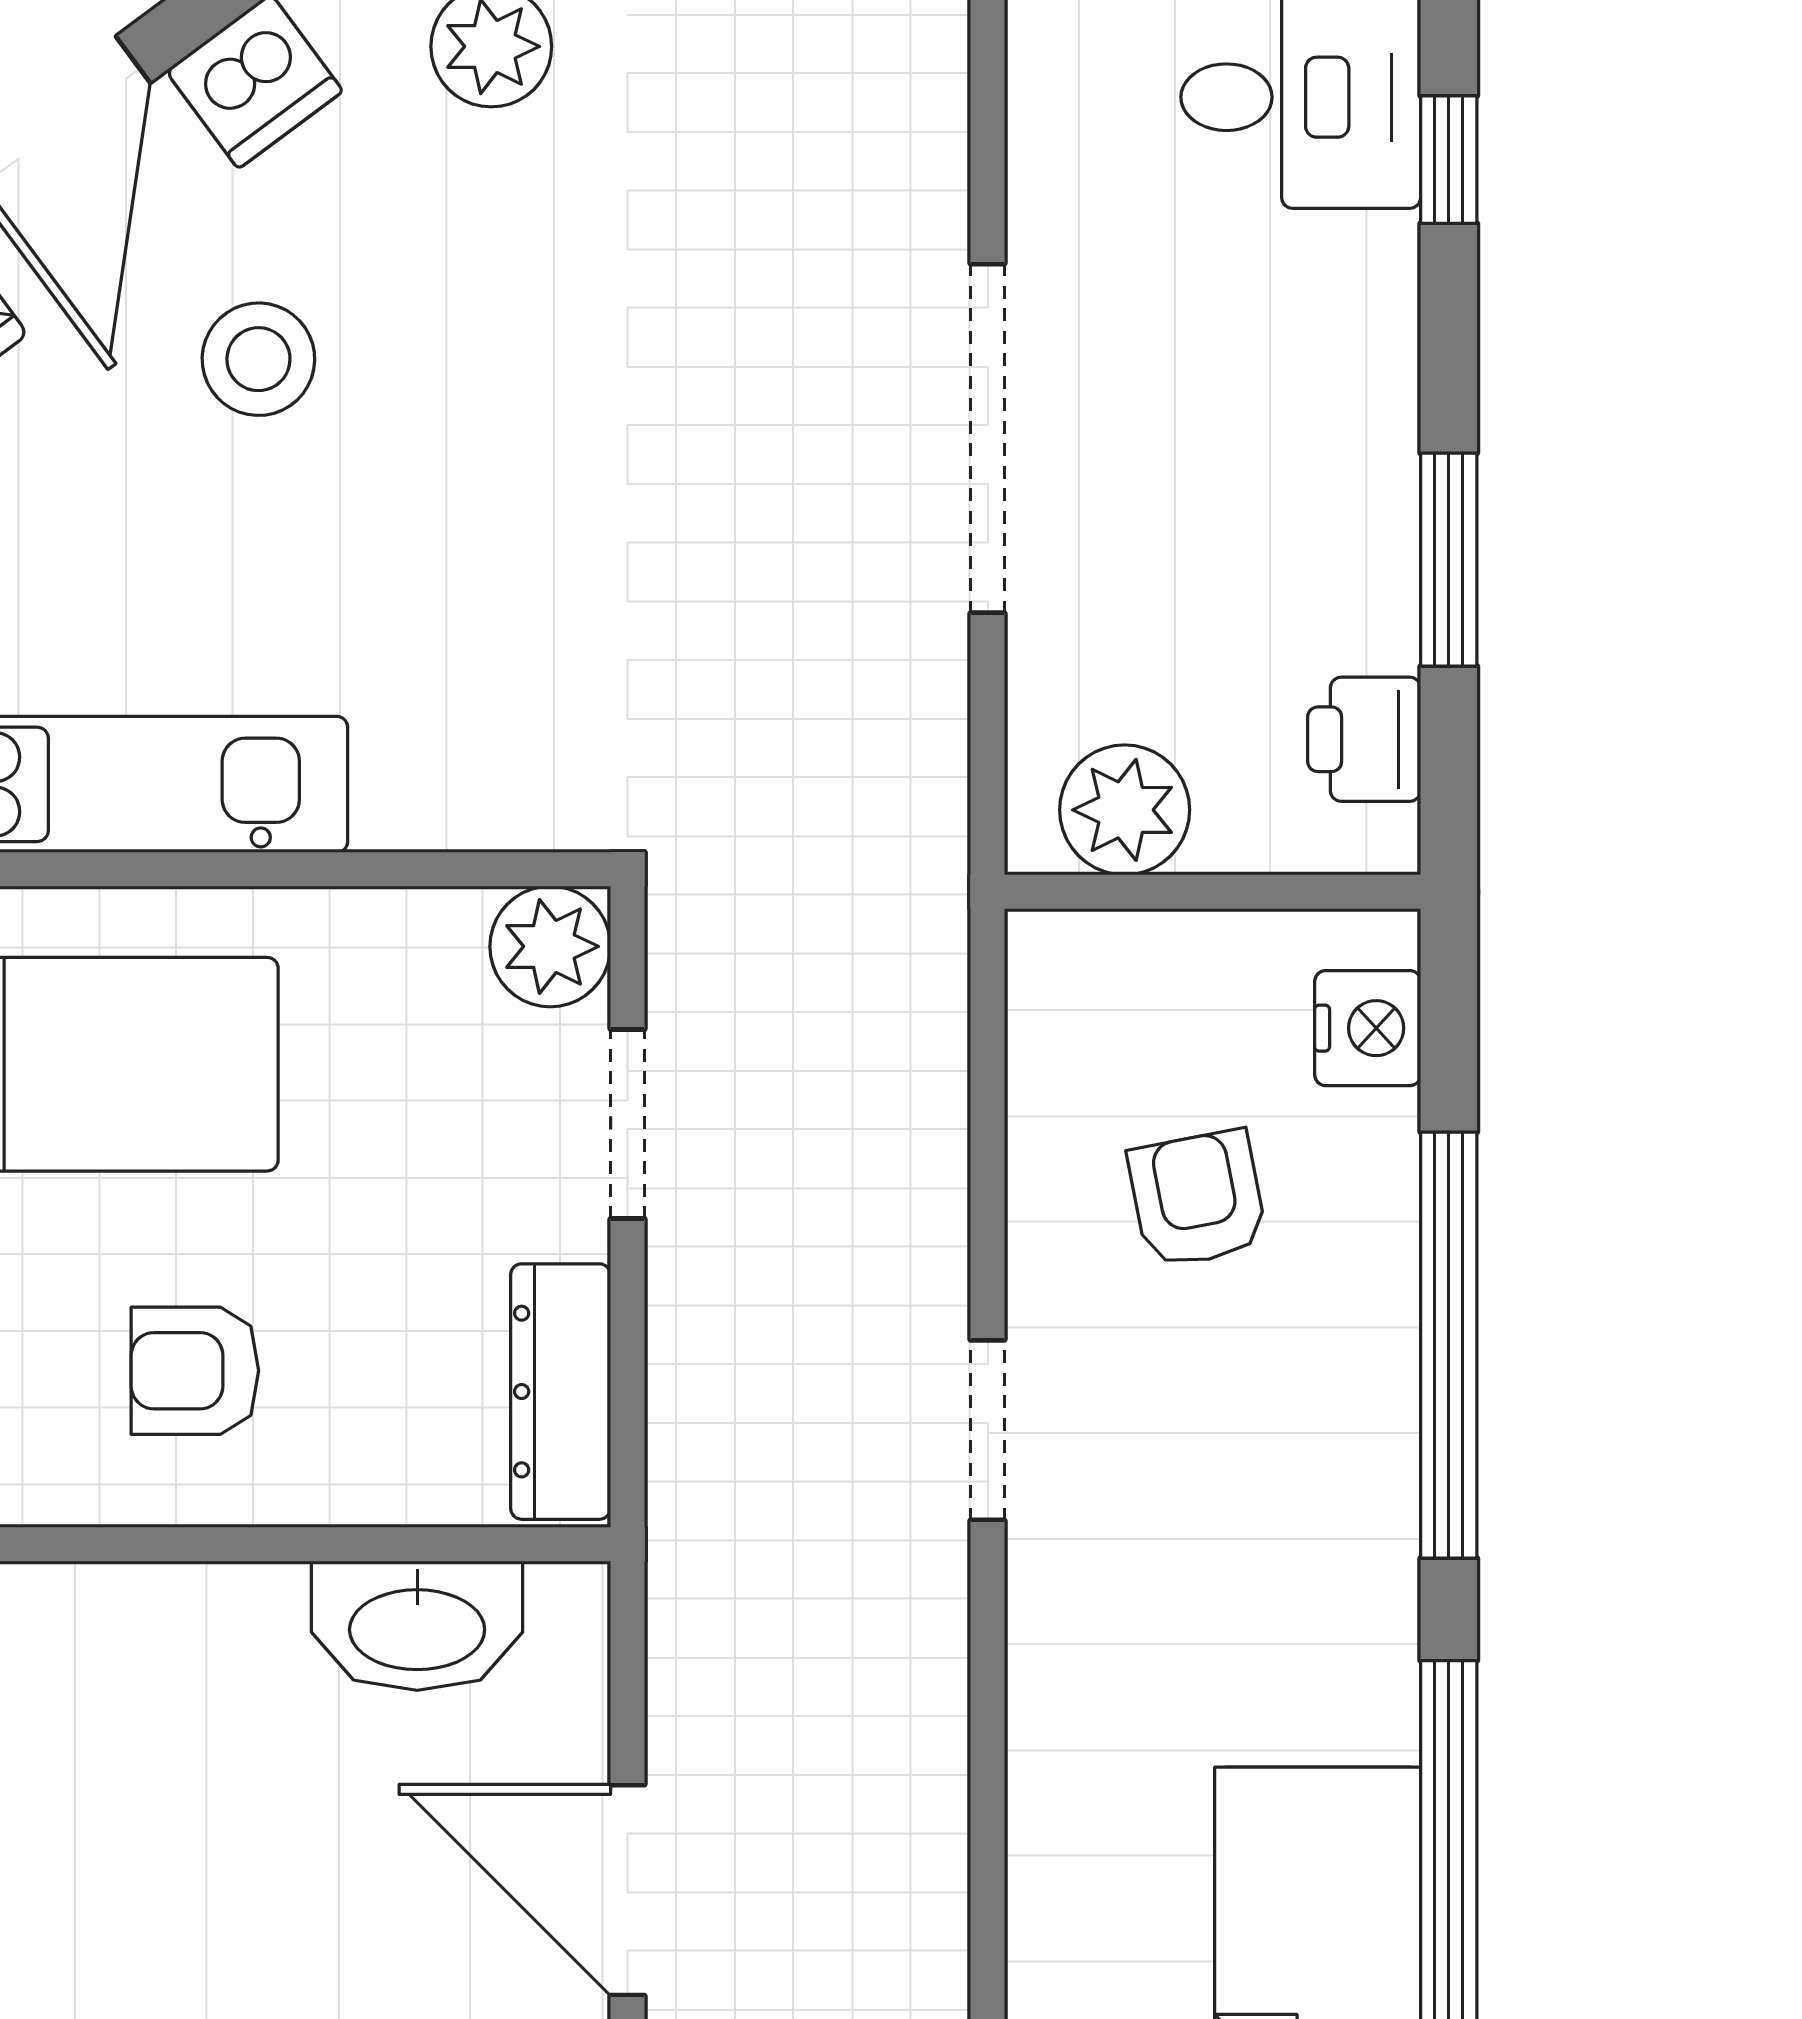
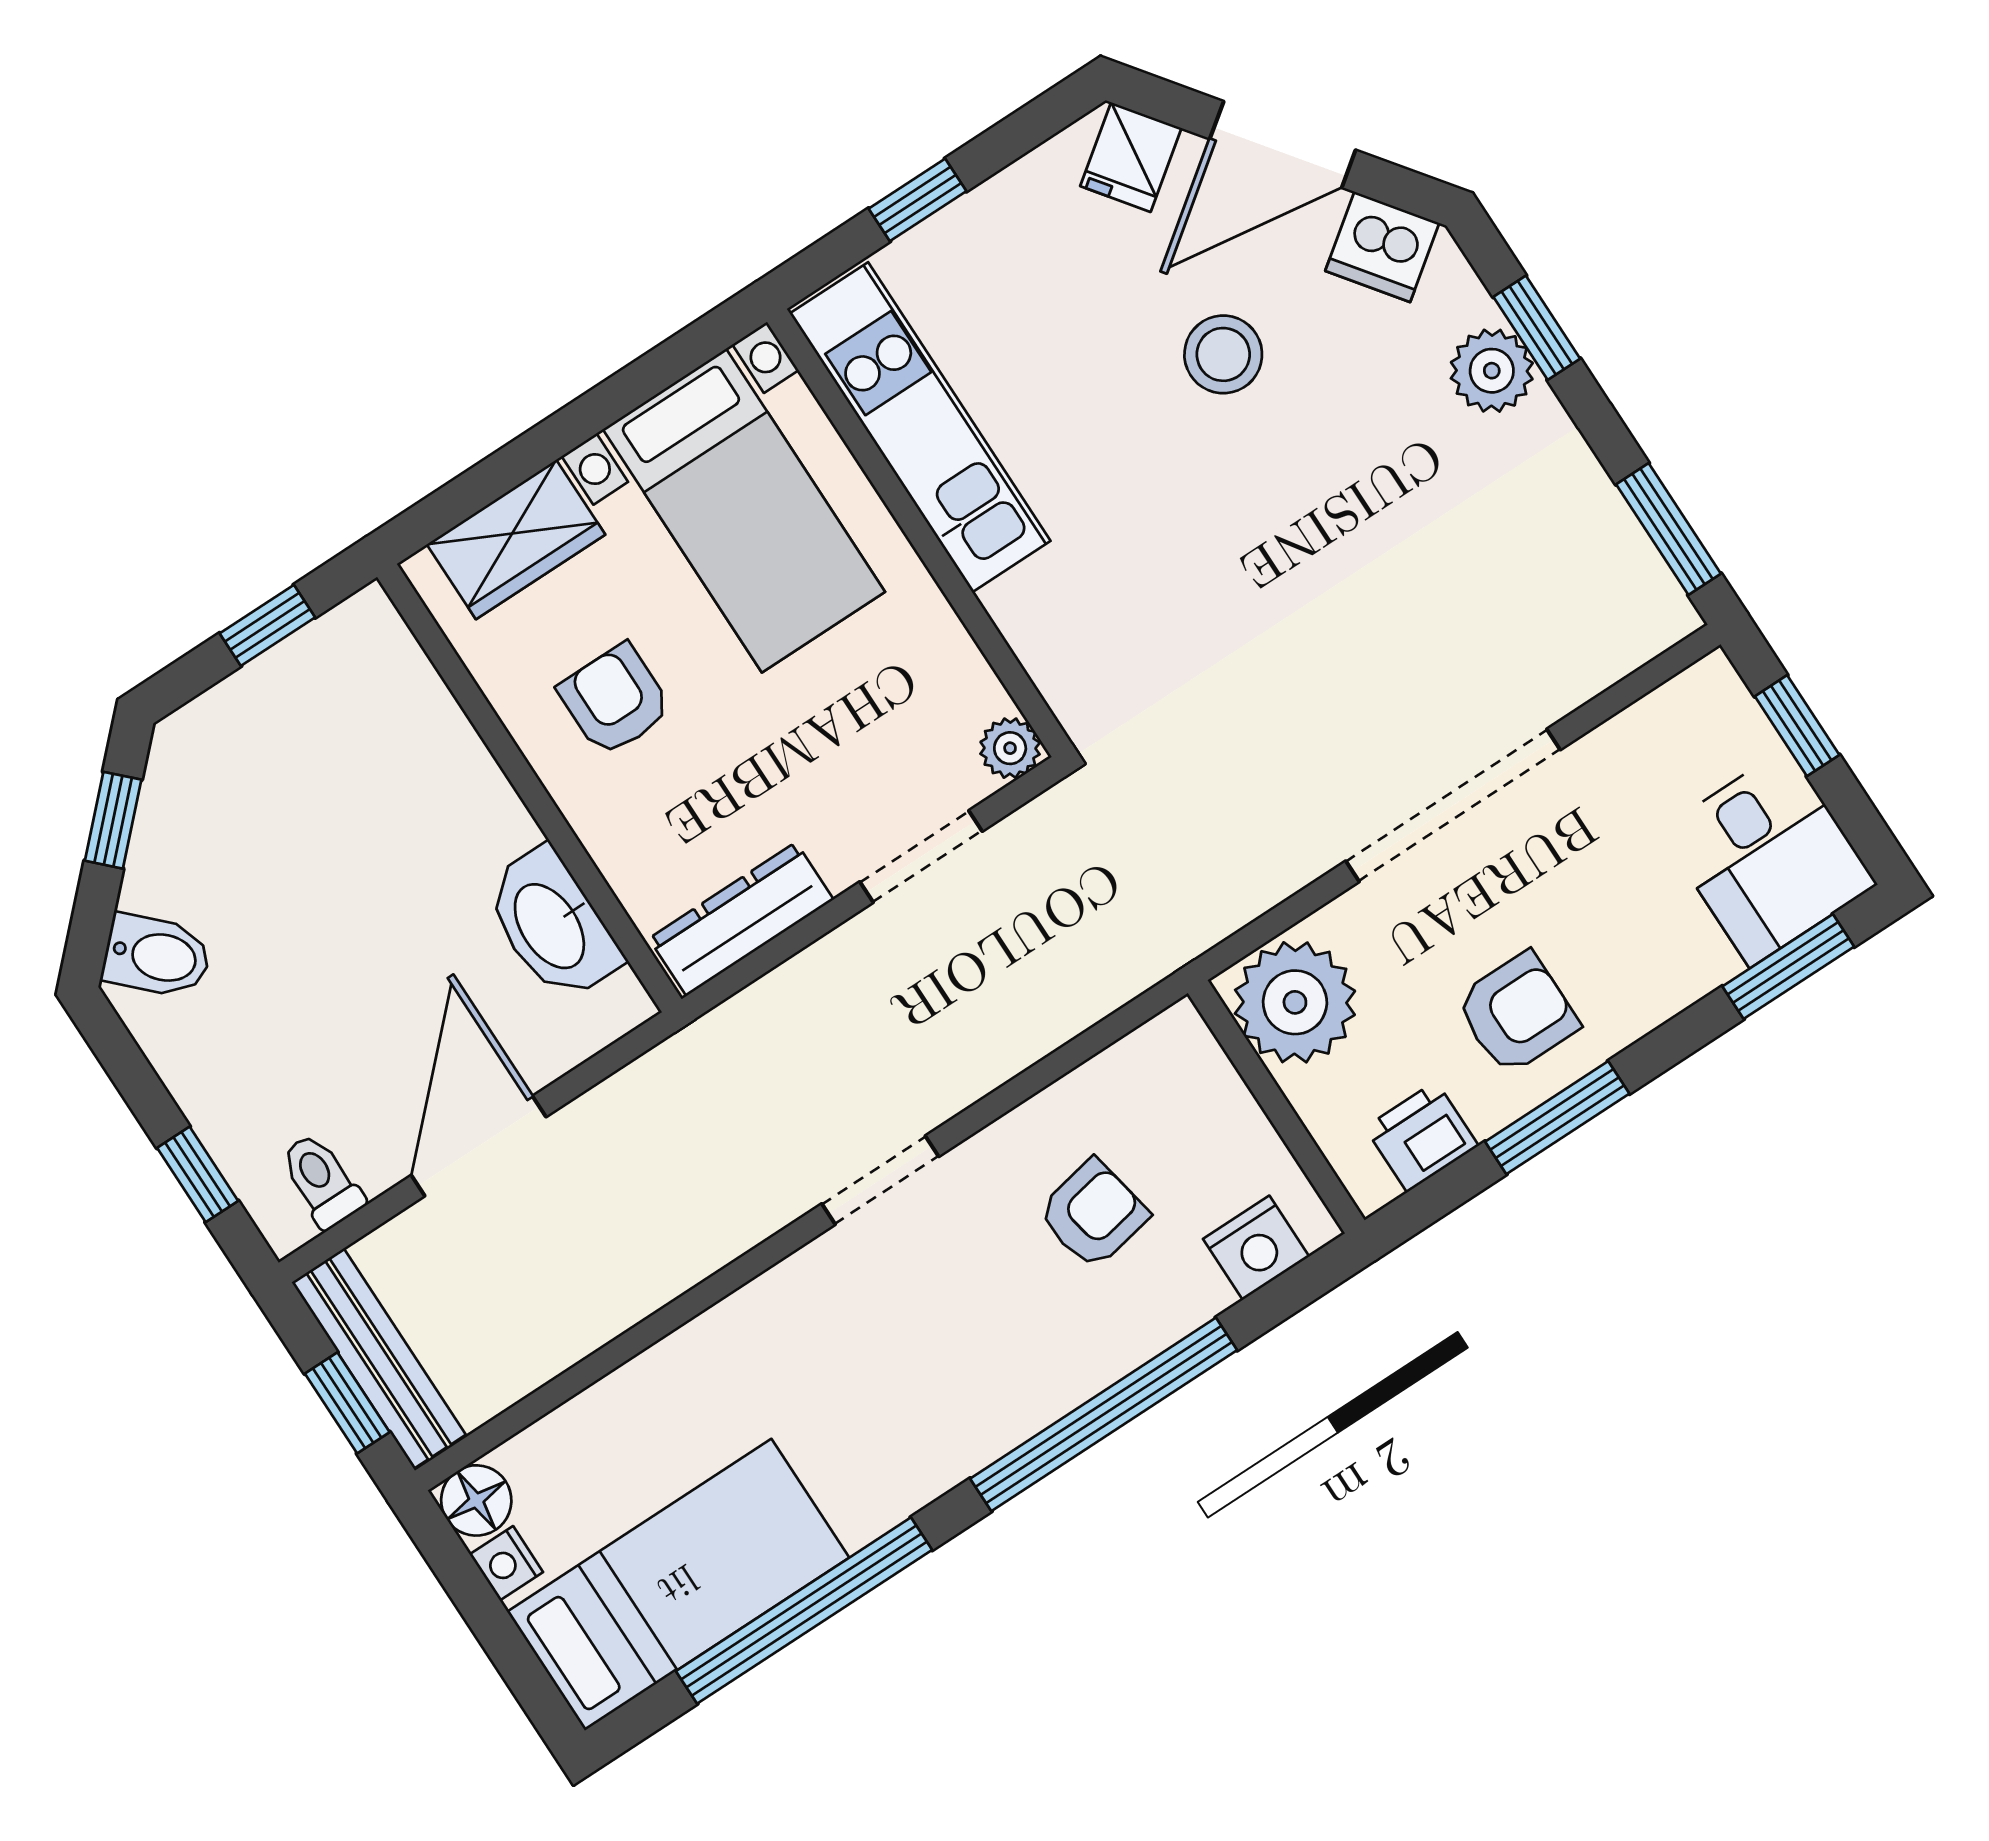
window: (1449, 160) -> (1788, 966), width x1.50
armchair: (1290, 526) -> (1517, 1013), added
plant: (1125, 810) -> (1295, 1002), width x1.36, depth x1.36
plant: (550, 946) -> (1010, 748), width x0.73, depth x0.73

